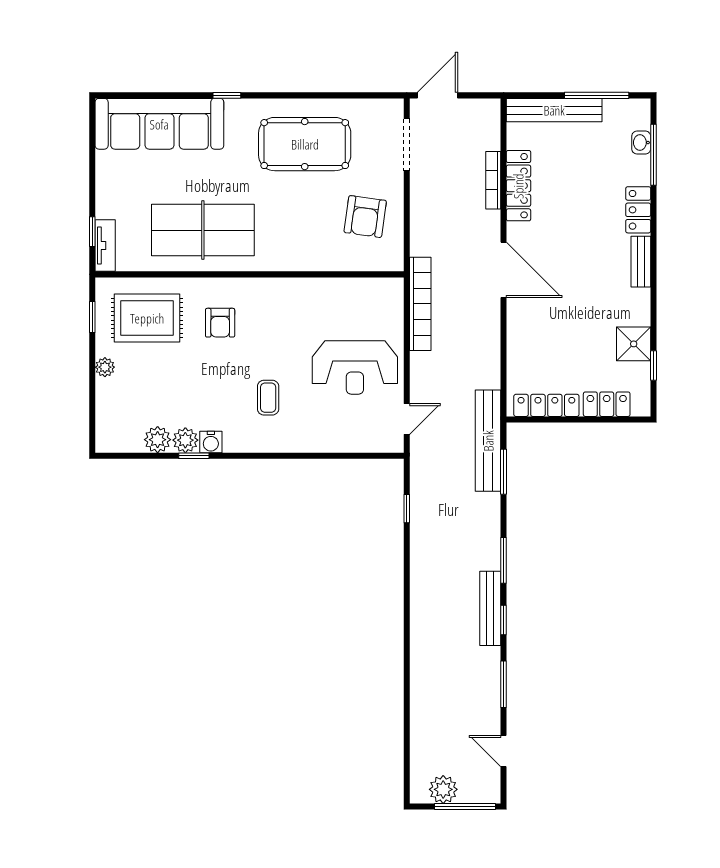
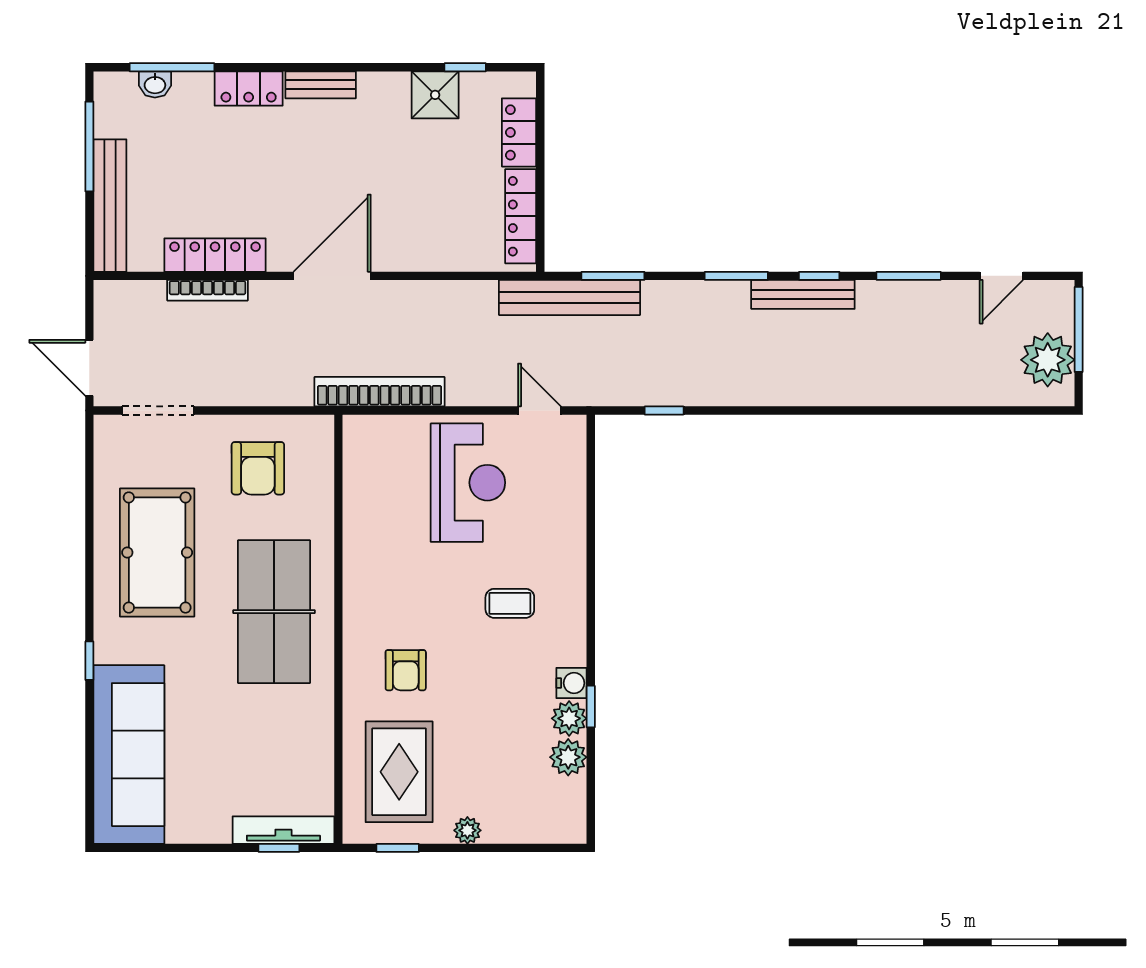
armchair: (365, 217) -> (258, 468), turned 82
table tennis table: (203, 230) -> (274, 612), moved
tv unit: (105, 245) -> (283, 830), width x1.41
armchair: (220, 323) -> (406, 670), turned 90
plant: (443, 789) -> (1048, 360), width x1.36, depth x1.36

